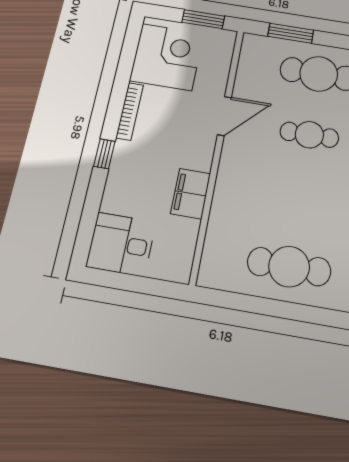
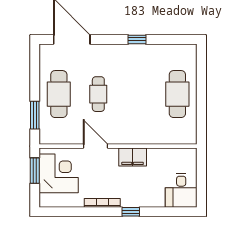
corner desk: (167, 57) -> (59, 173), moved, turned 90
filing cabinet: (191, 194) -> (133, 157), moved

